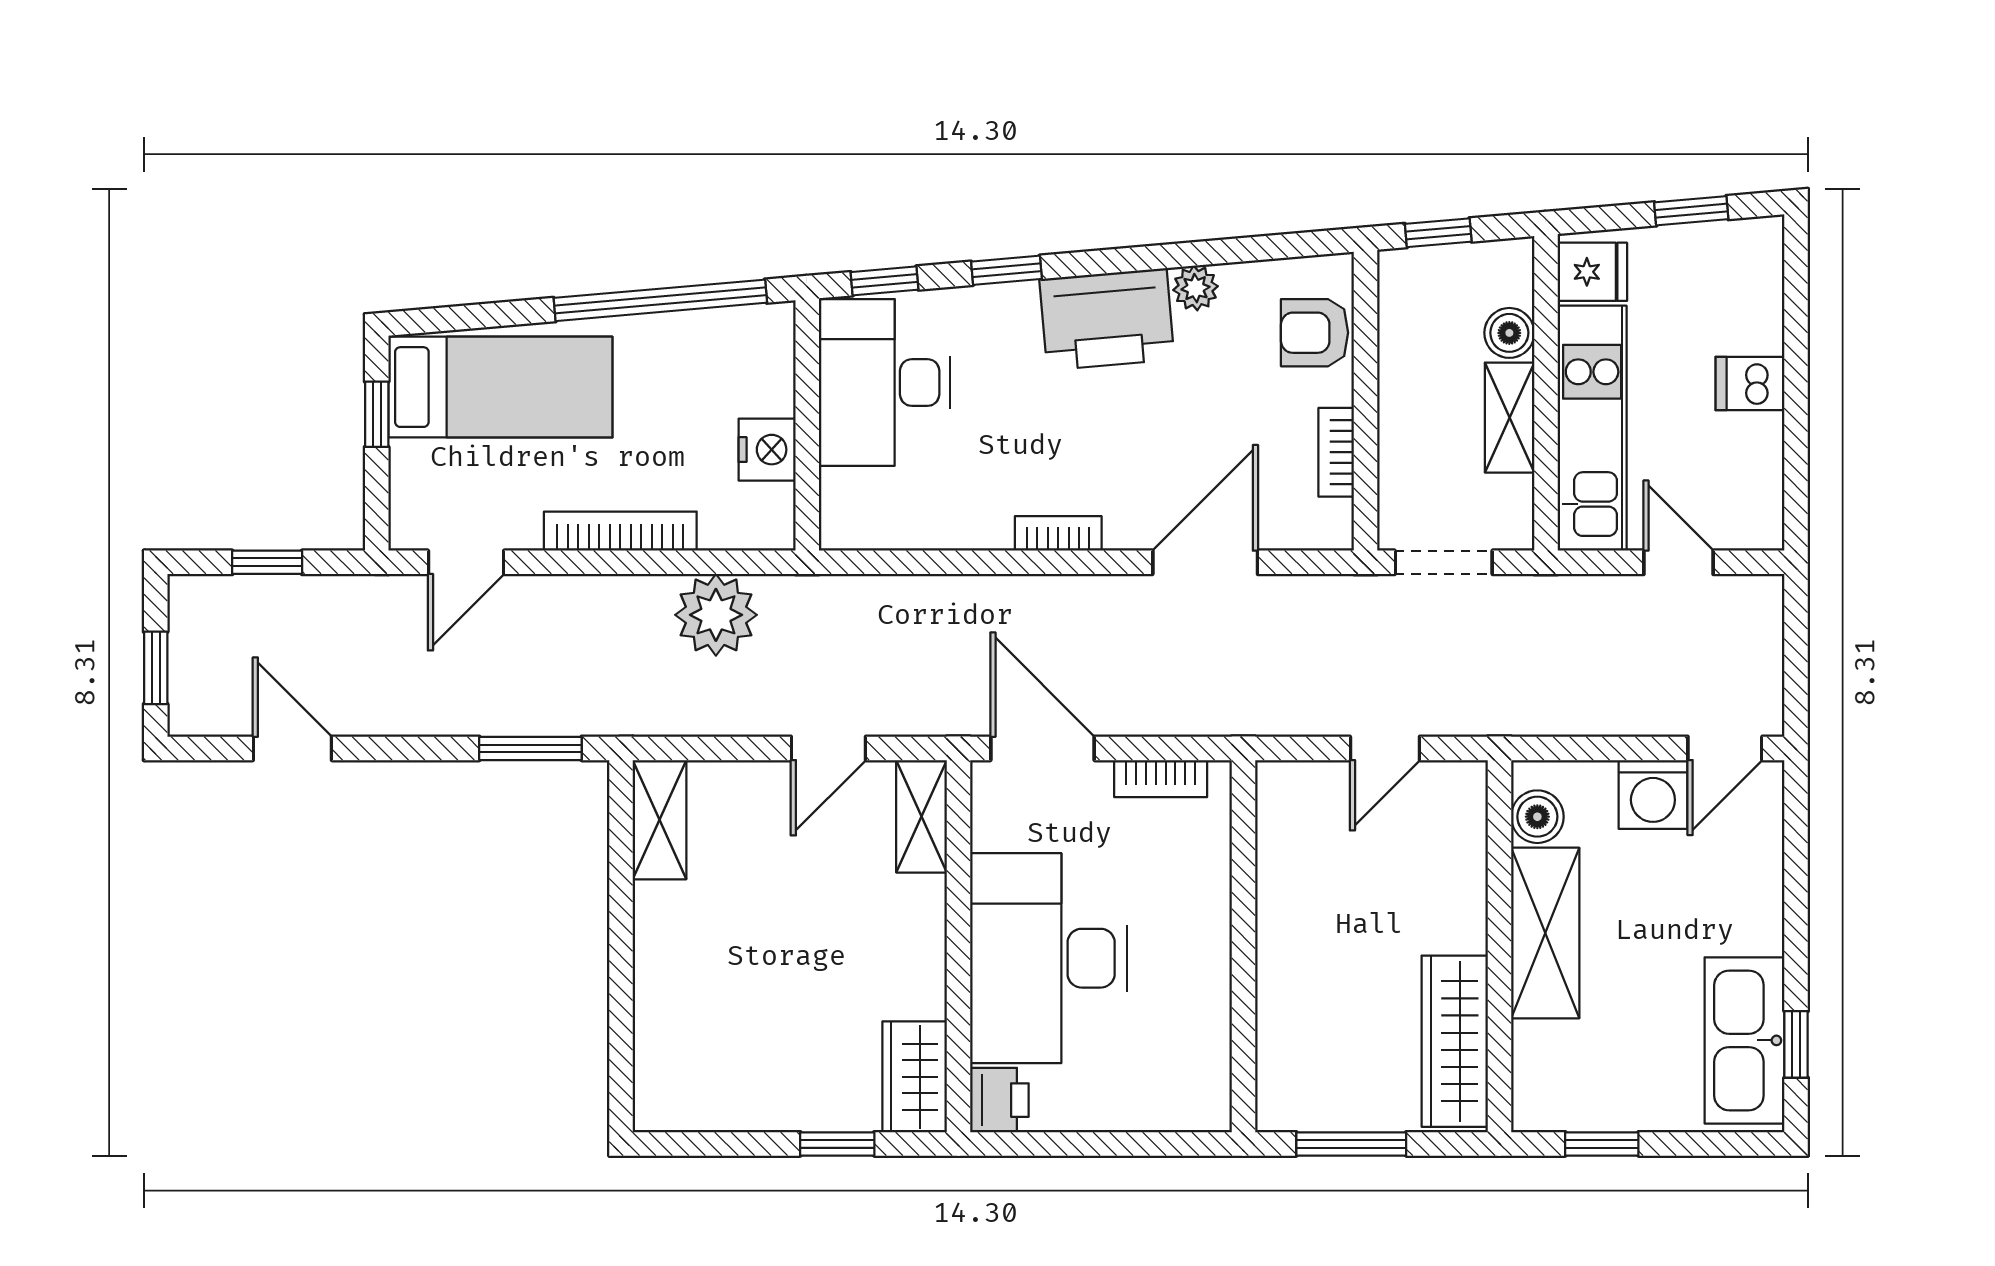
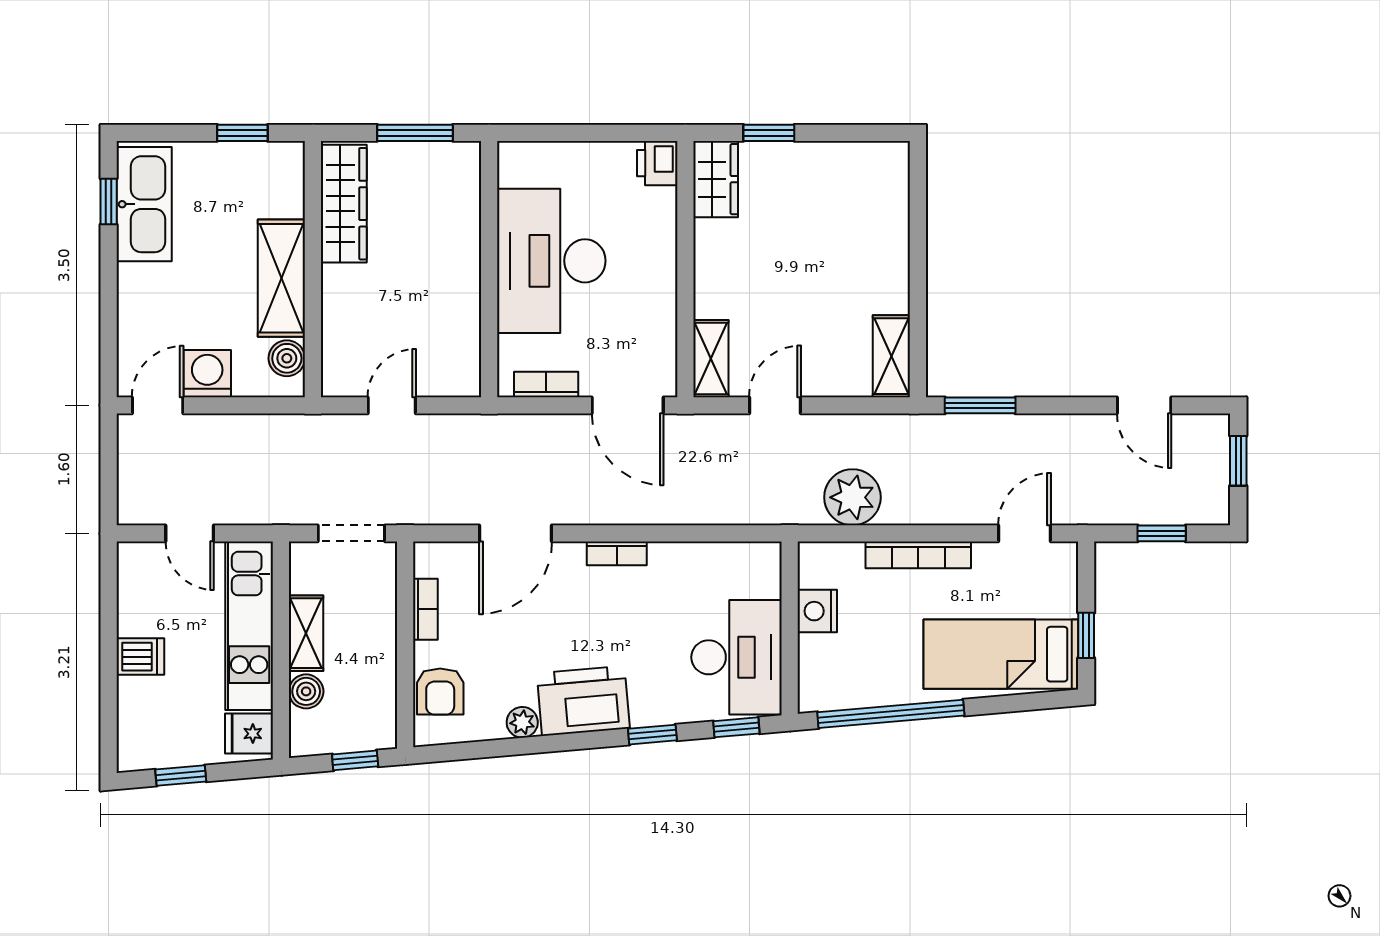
armchair: (1315, 333) -> (440, 692), turned 90
desk: (1049, 958) -> (551, 261), moved, turned 180

